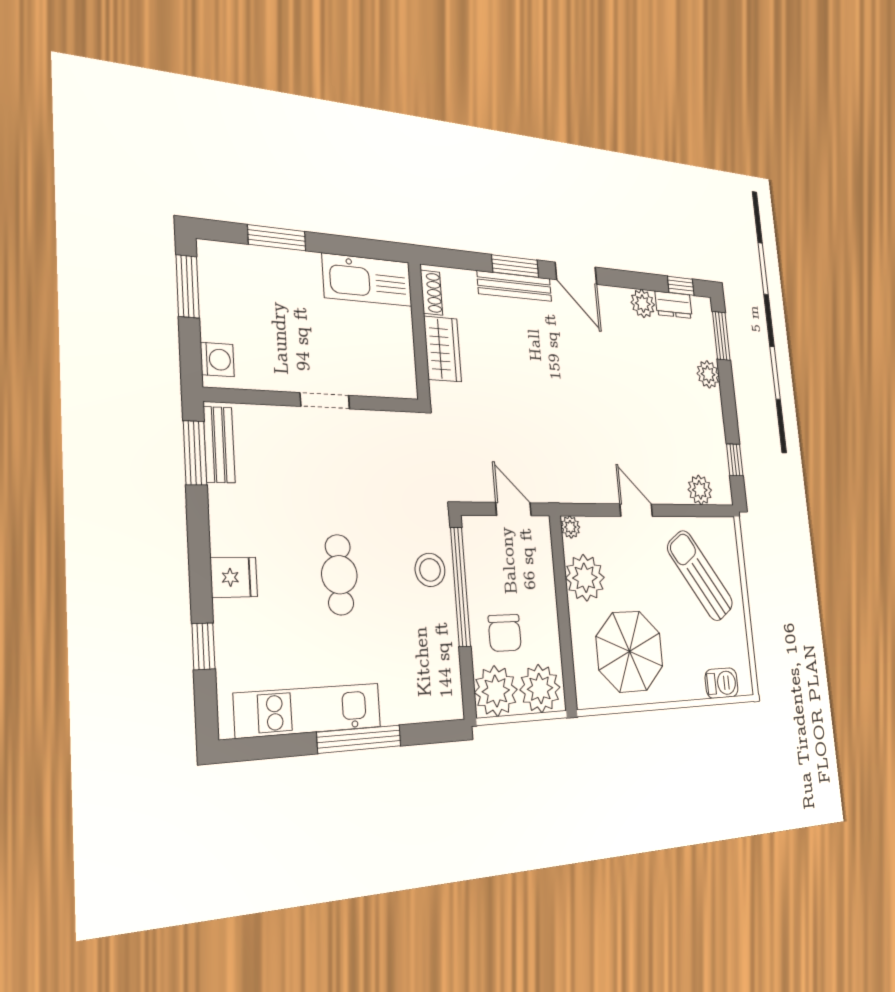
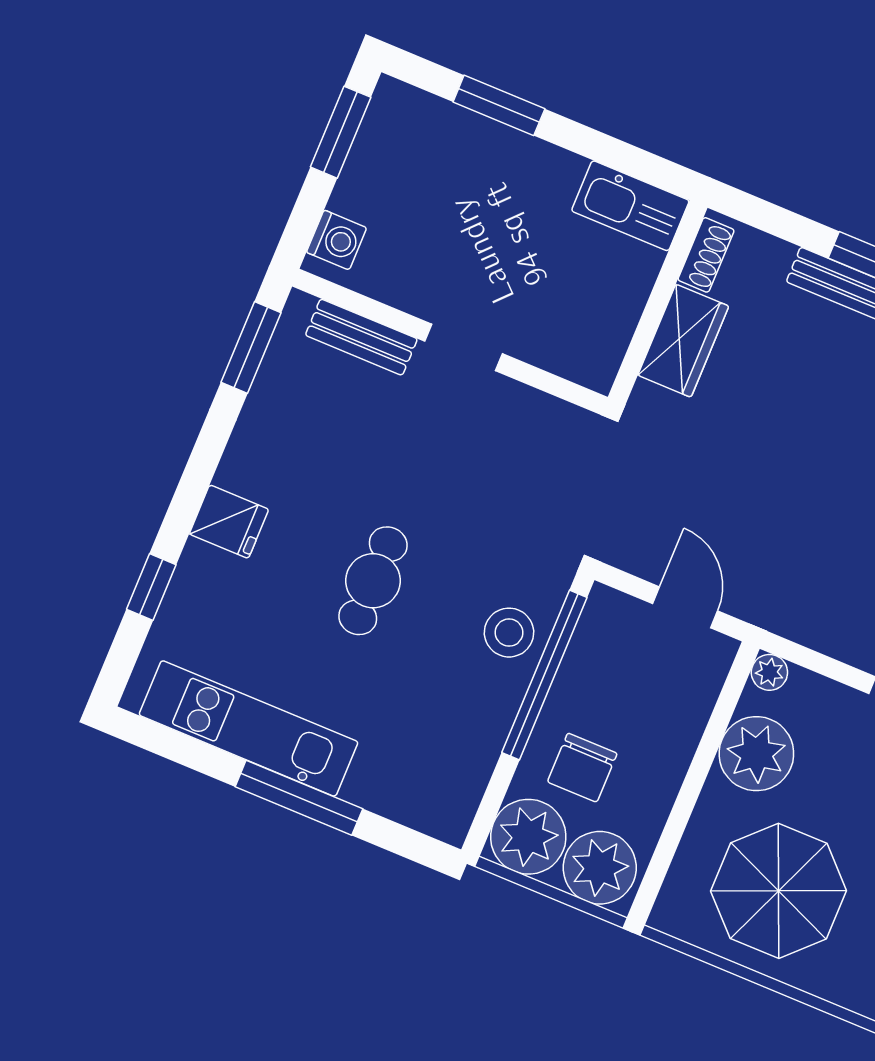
kitchen sink: (367, 280) -> (630, 206), width x0.73, depth x0.81
bench: (219, 445) -> (361, 337), moved, turned 90

